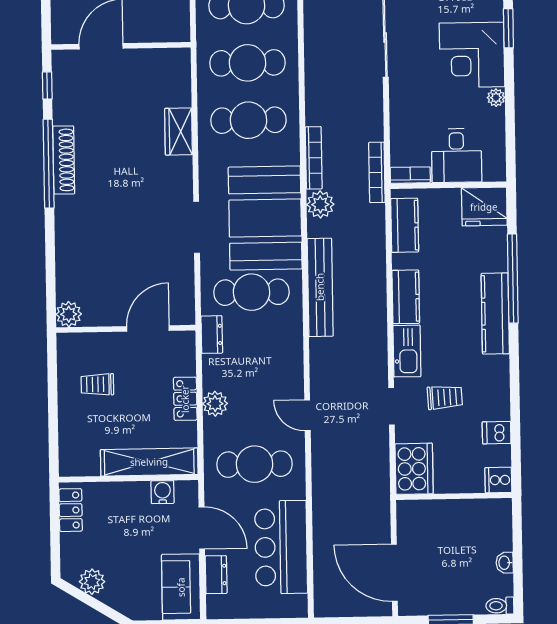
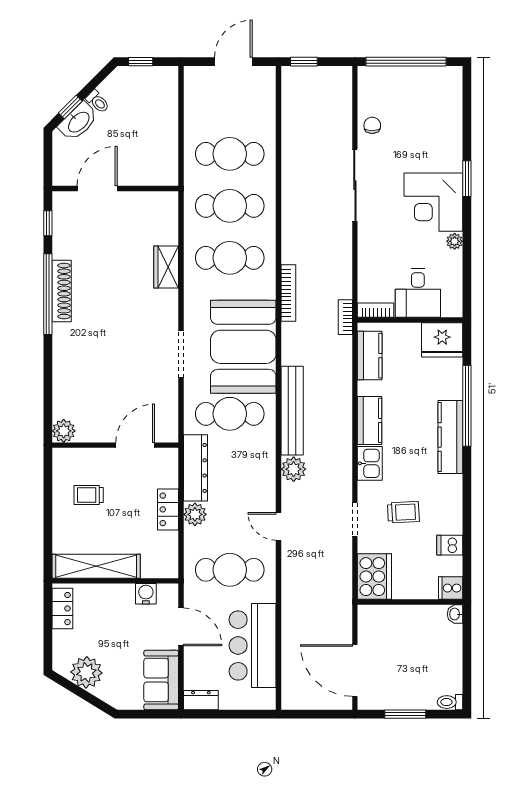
bookcase: (377, 172) -> (345, 317), width x0.64
plant: (320, 204) -> (294, 469), moved
dresser: (212, 335) -> (195, 468), width x1.96, depth x1.24
kitchen sink: (407, 351) -> (370, 463), width x0.73
shelving: (149, 462) -> (96, 566), moved
washbasin: (505, 563) -> (455, 614), moved
dresser: (216, 575) -> (201, 700), moved, turned -90
plant: (92, 582) -> (86, 672), width x1.36, depth x1.36

